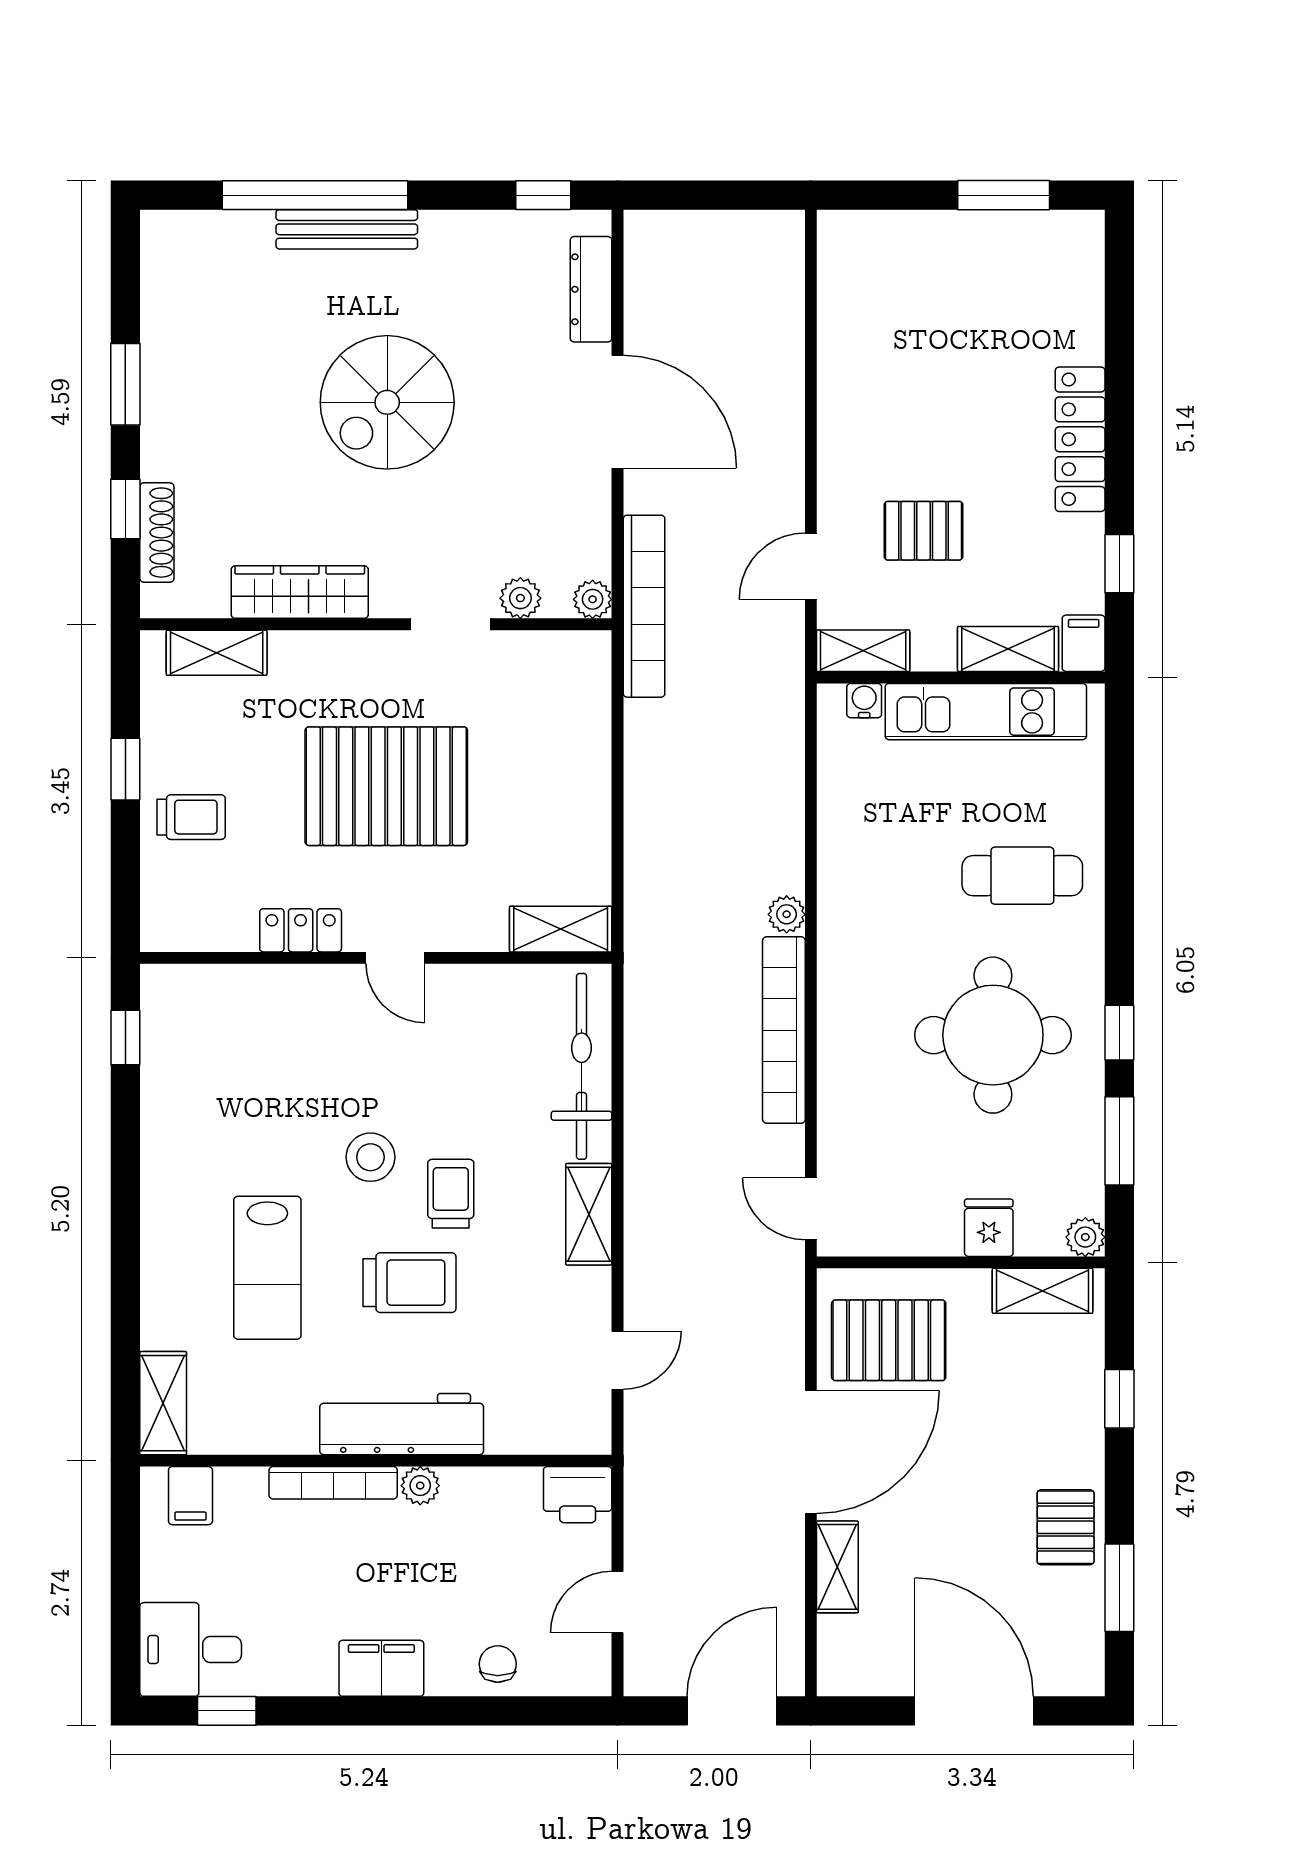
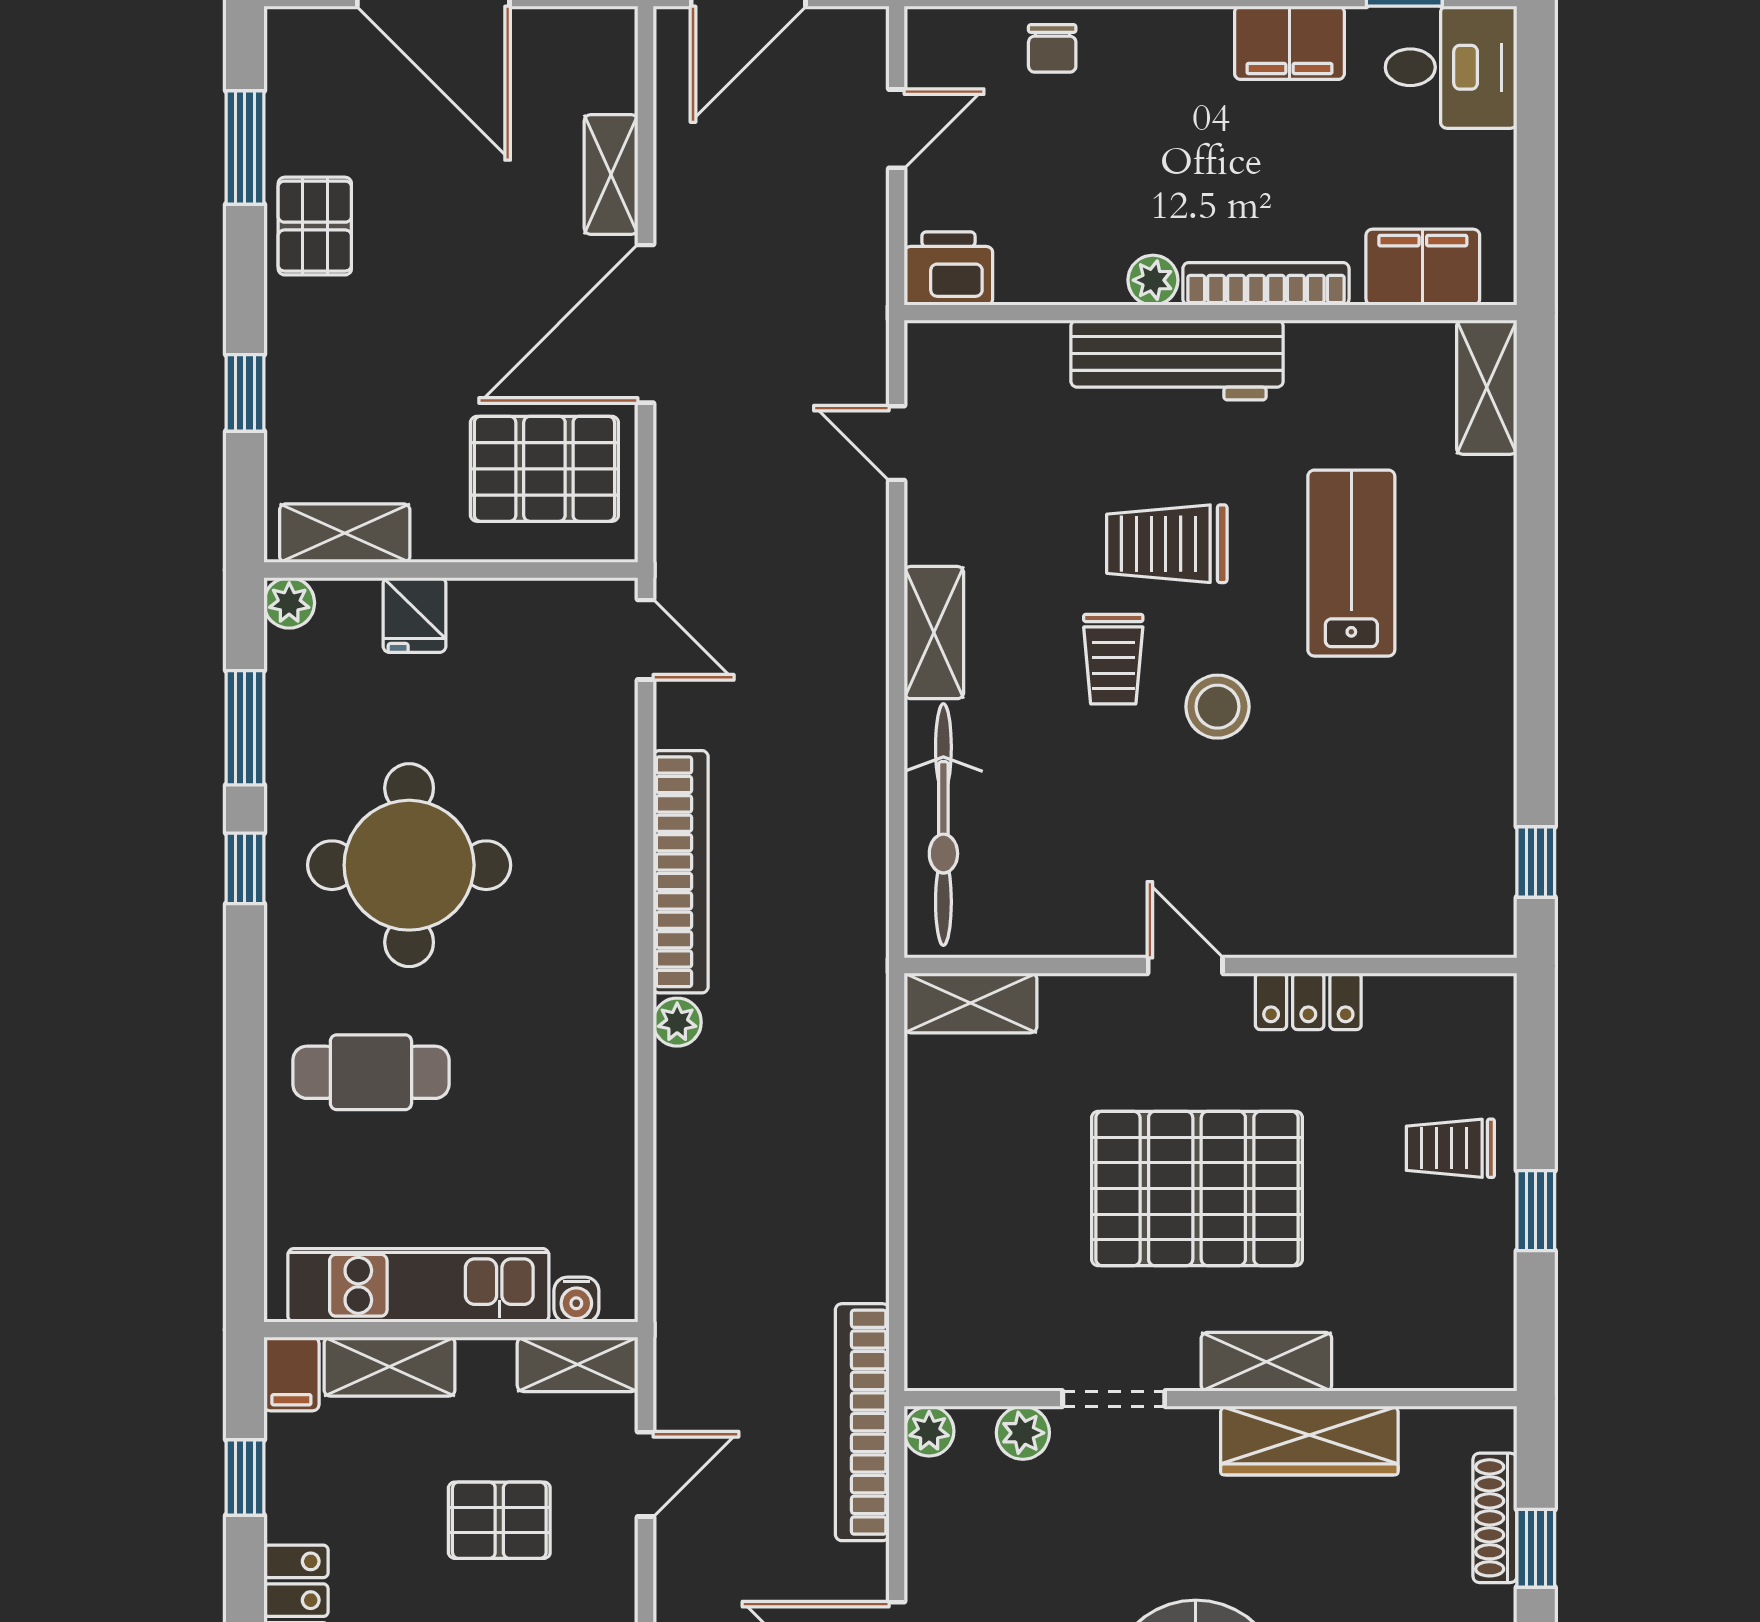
shelving: (217, 653) -> (1266, 1362), moved
door: (618, 1360) -> (897, 443), hinge flipped
filing cabinet: (190, 1496) -> (1423, 267), width x2.00
filing cabinet: (381, 1668) -> (1289, 43), moved

